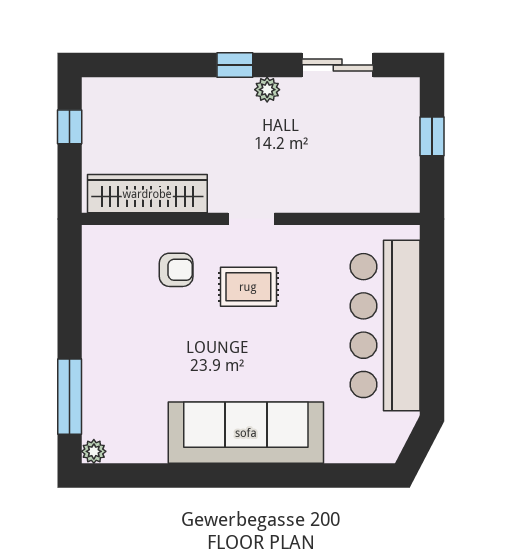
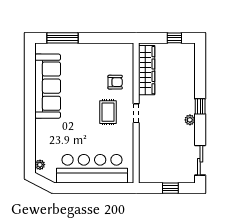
sliding door: (338, 65) -> (200, 160), moved
armchair: (176, 270) -> (115, 82), turned -90
sofa: (246, 433) -> (48, 86), moved
plant: (94, 451) -> (40, 165), moved

